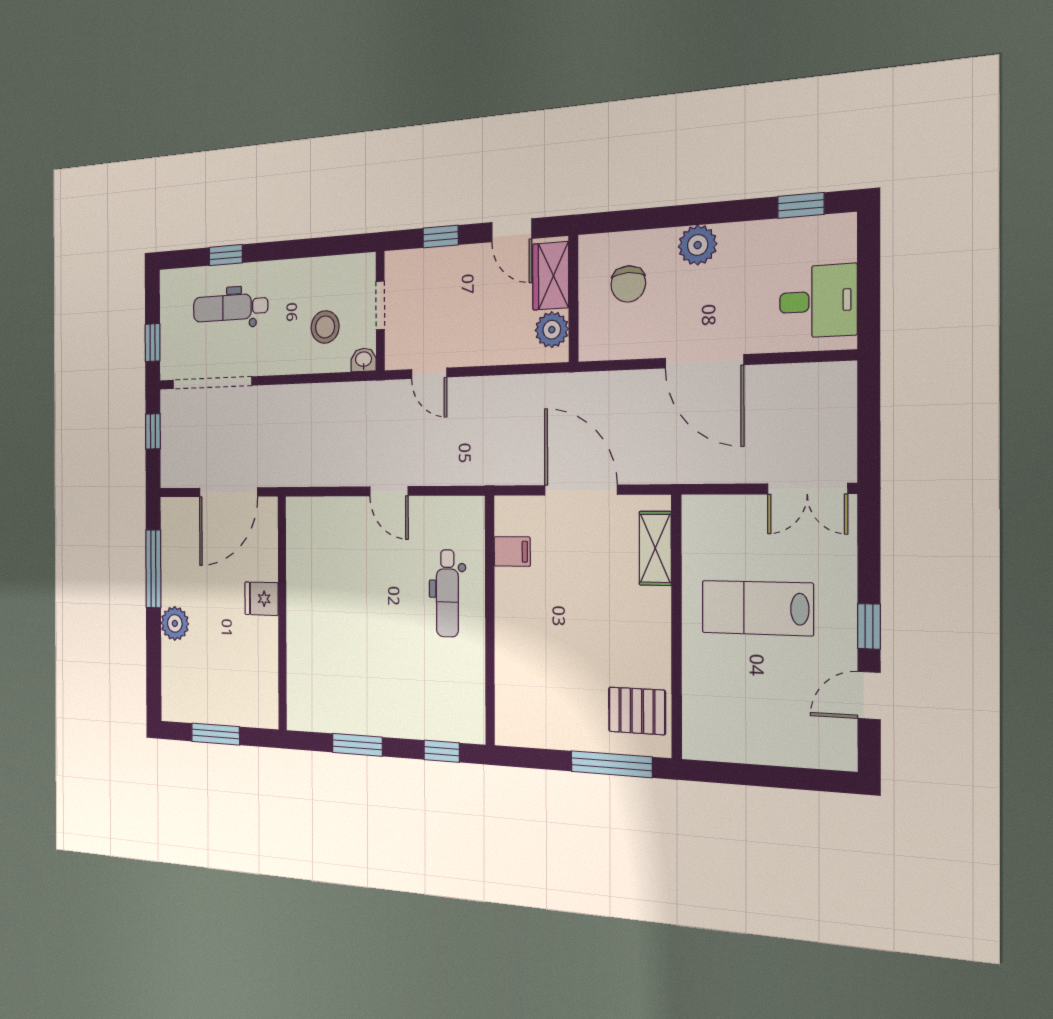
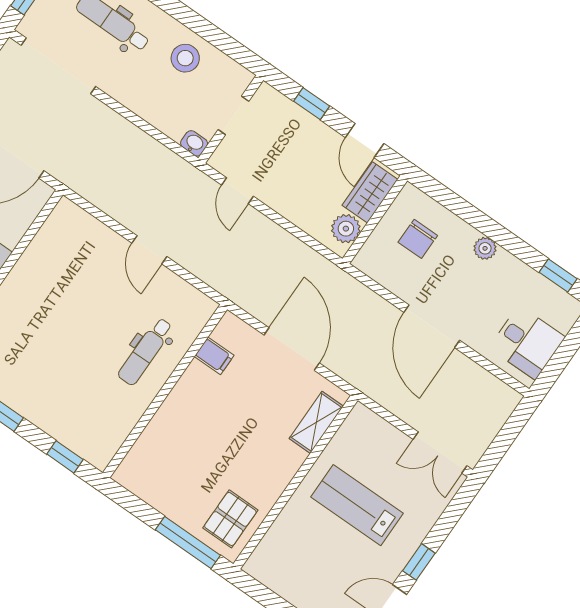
plant: (698, 245) -> (485, 248), width x0.73, depth x0.73
stool: (325, 327) -> (185, 58), moved
pallet: (637, 711) -> (230, 519), turned 90

